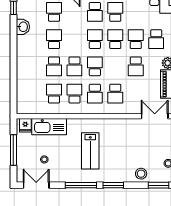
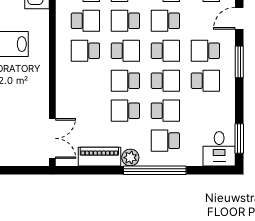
school desk: (74, 39) -> (165, 21), added
school desk: (115, 94) -> (125, 81), moved

